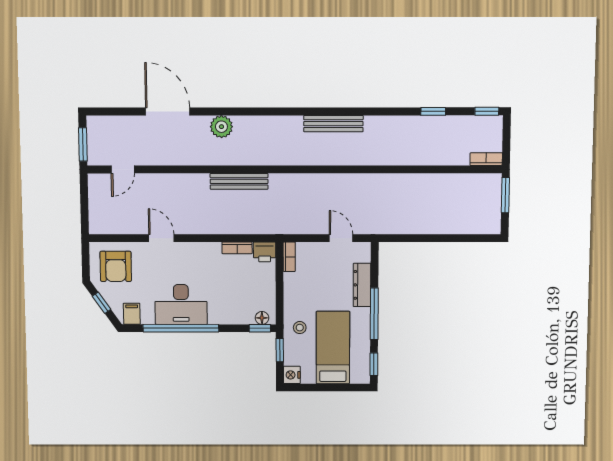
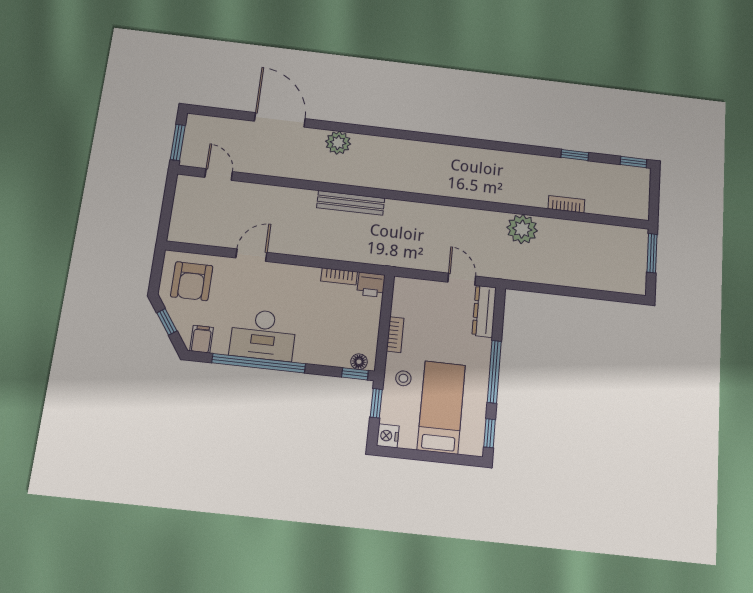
bench: (333, 124) -> (464, 154), removed
bookcase: (486, 159) -> (566, 204), moved
door: (123, 169) -> (219, 174), swing flipped
plant: (390, 187) -> (522, 229), added
door: (161, 238) -> (251, 255), hinge flipped
bookcase: (289, 257) -> (395, 335), moved
dresser: (362, 285) -> (484, 311), moved

